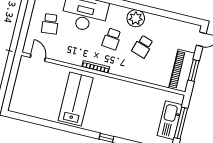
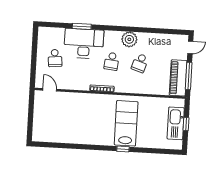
window: (194, 71) -> (189, 76), width x1.44
lab bench: (76, 99) -> (126, 123), moved
window: (181, 123) -> (186, 124), width x0.46

